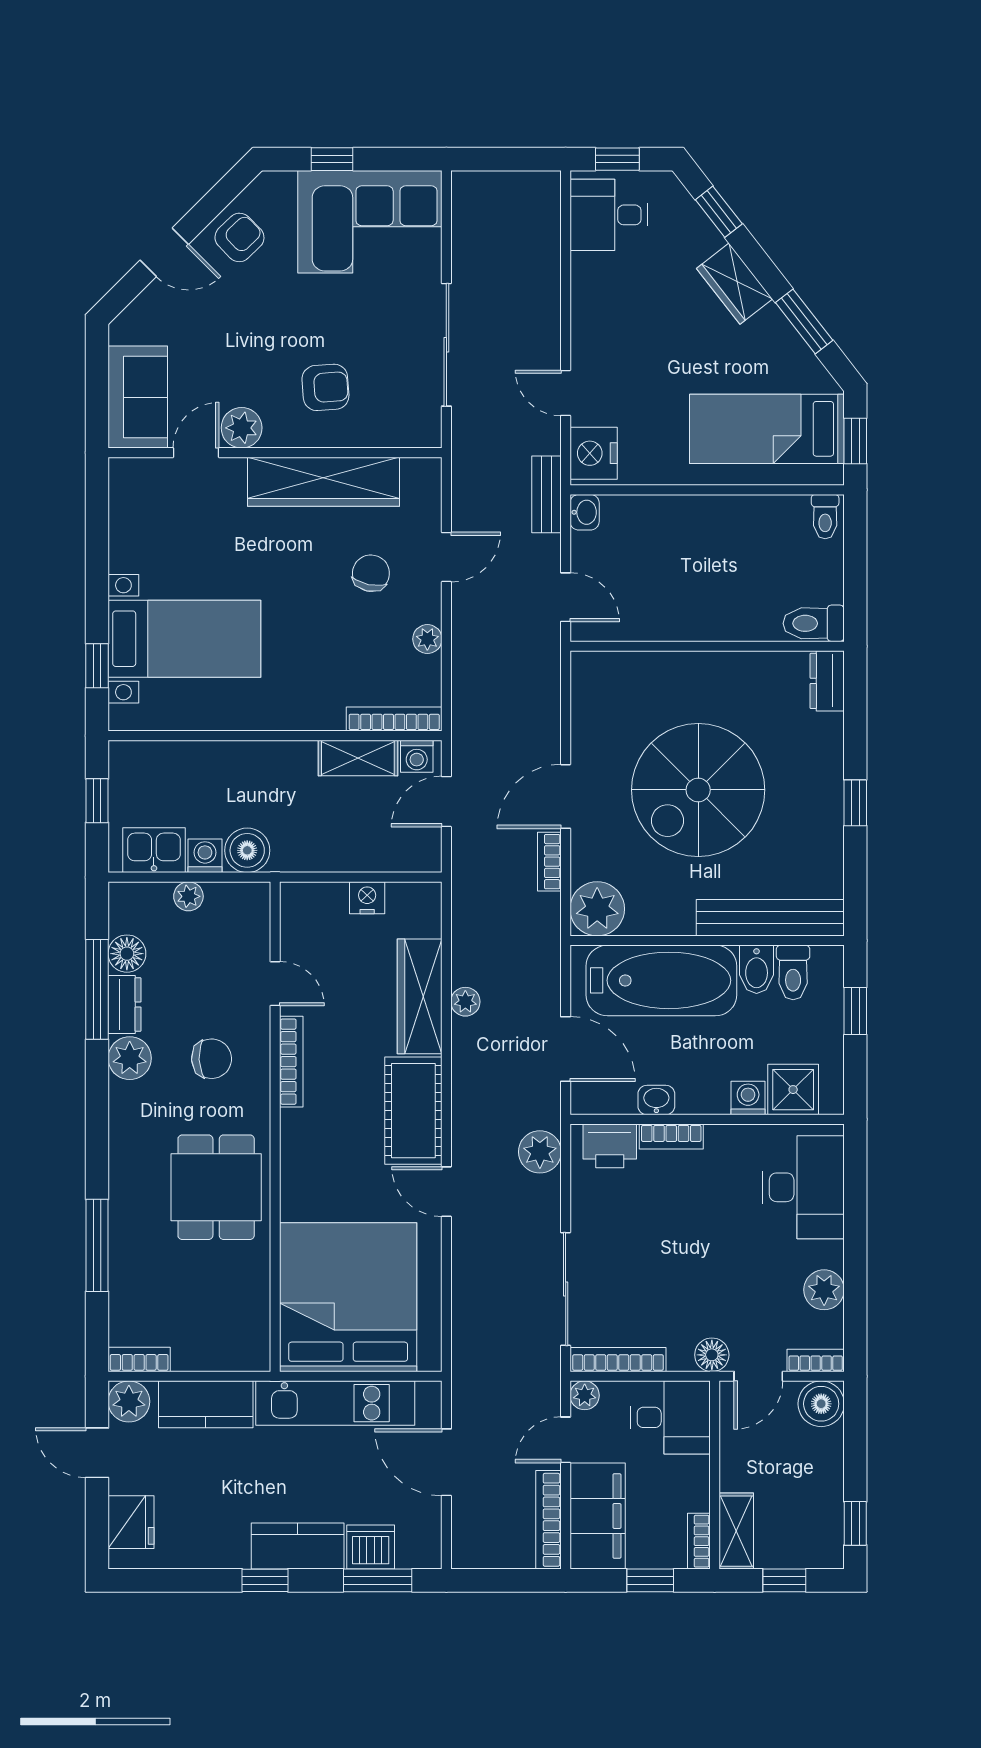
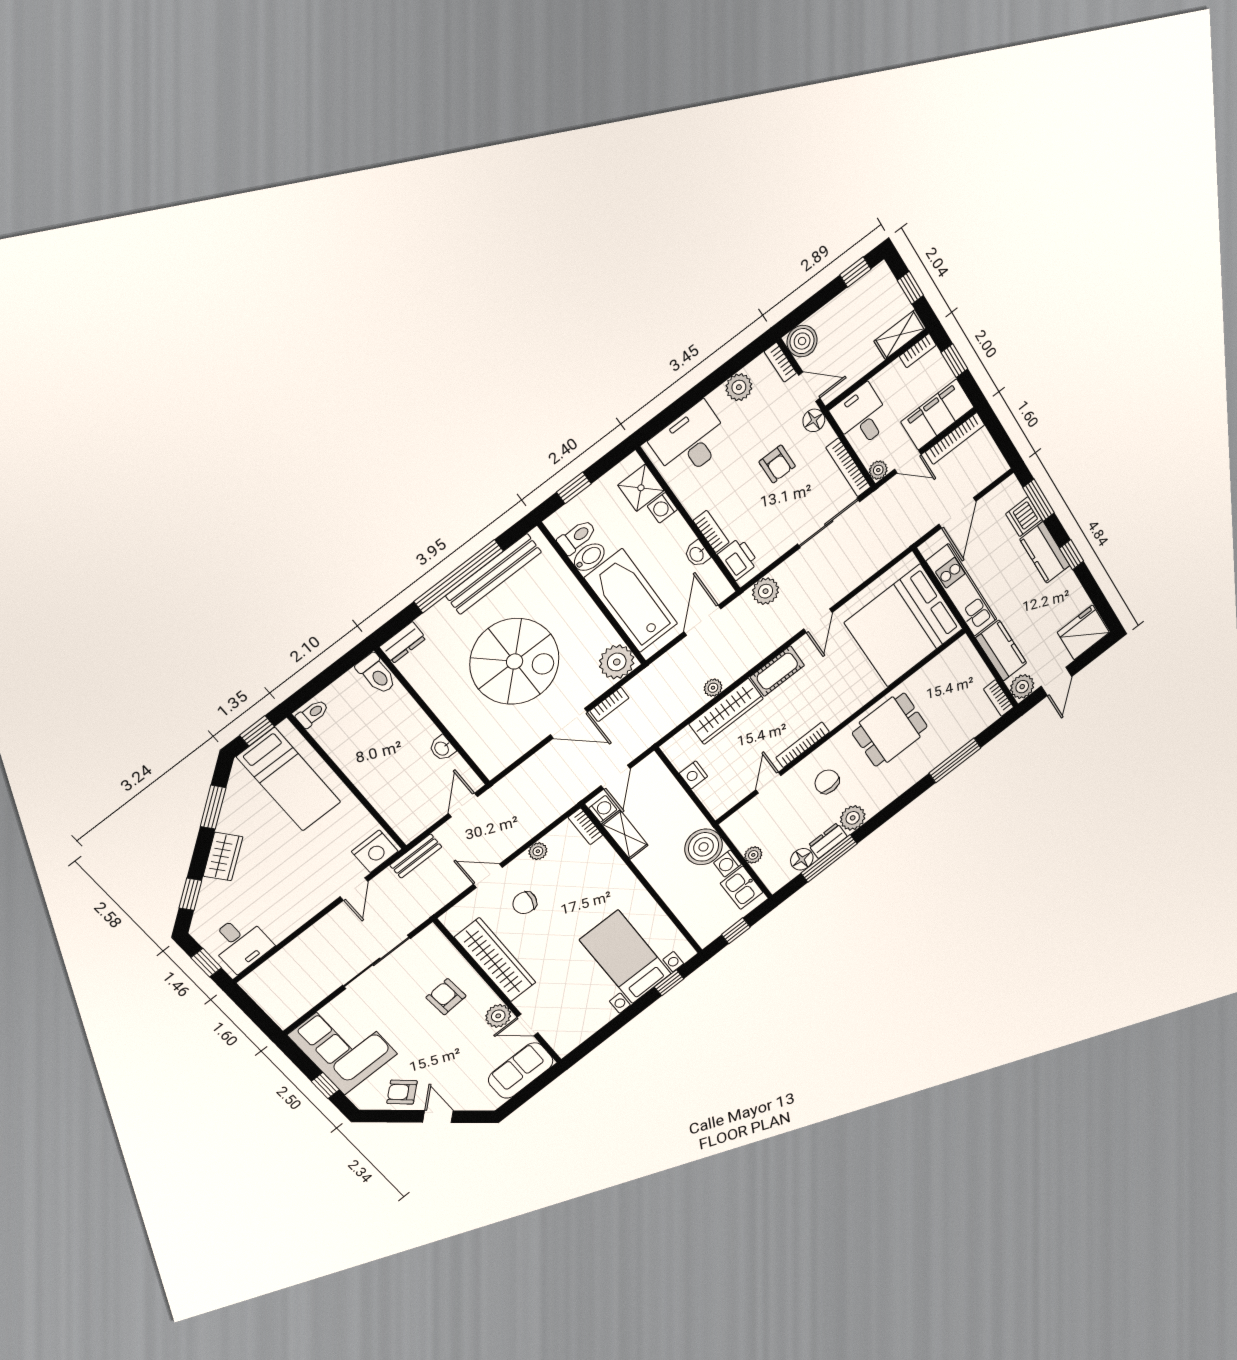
washbasin: (585, 512) -> (442, 748), moved, turned -90
bookcase: (394, 719) -> (585, 826), width x0.64
door: (446, 802) -> (616, 777), hinge flipped
window: (855, 803) -> (459, 576), width x3.17
boiler: (247, 850) -> (704, 847), width x1.37, depth x1.37
bench: (770, 918) -> (494, 574), moved, turned 90
cot: (413, 1111) -> (777, 671), width x0.73, depth x0.75
armchair: (692, 1274) -> (777, 464), added
fridge: (131, 1522) -> (1083, 632), width x1.36, depth x1.34

